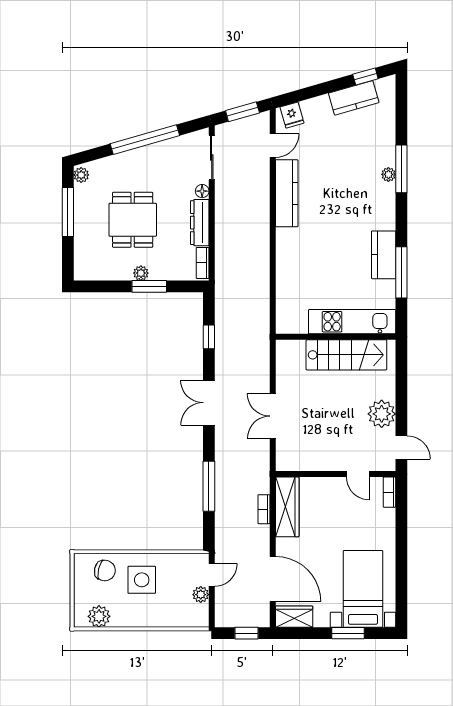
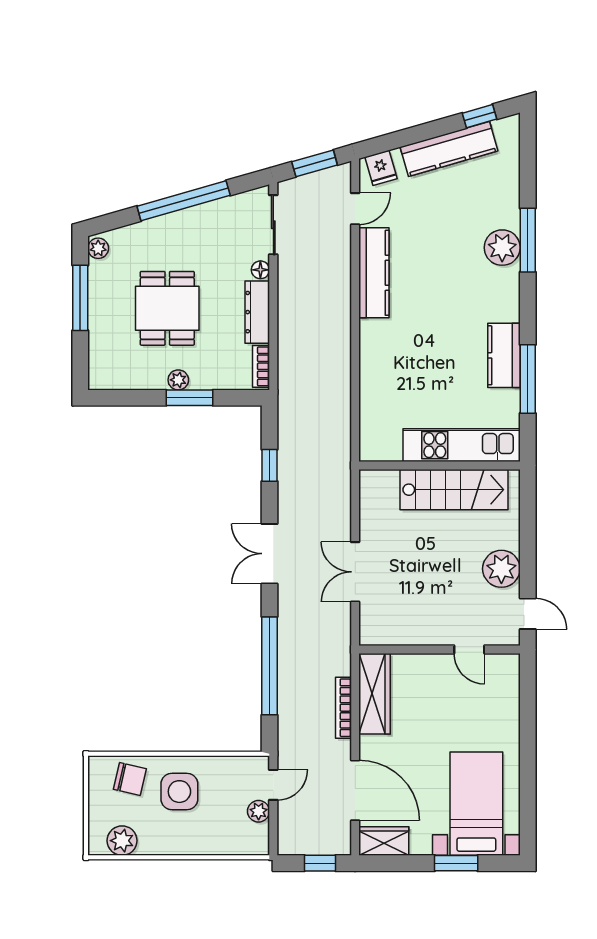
kitchen counter: (354, 98) -> (449, 149), width x1.50
plant: (388, 174) -> (502, 248), width x1.88, depth x1.88
window: (209, 486) -> (269, 666), width x1.46
bookcase: (390, 492) -> (512, 674), removed
bookcase: (264, 509) -> (343, 708), width x1.56

